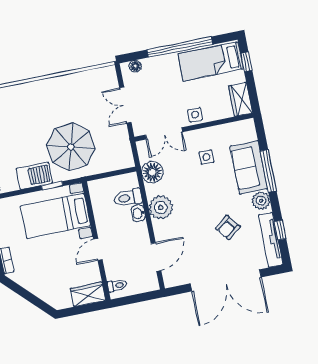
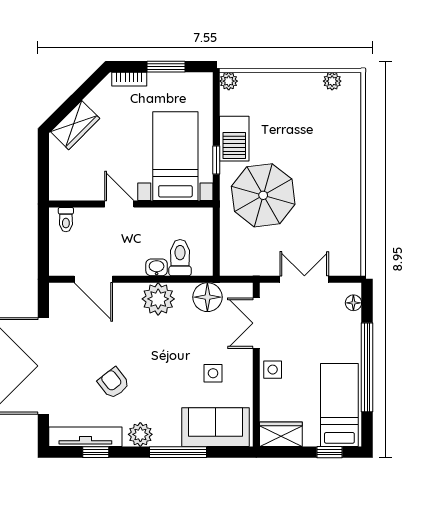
sofa: (249, 167) -> (215, 427), moved
wardrobe: (88, 294) -> (75, 125), moved, turned 45

